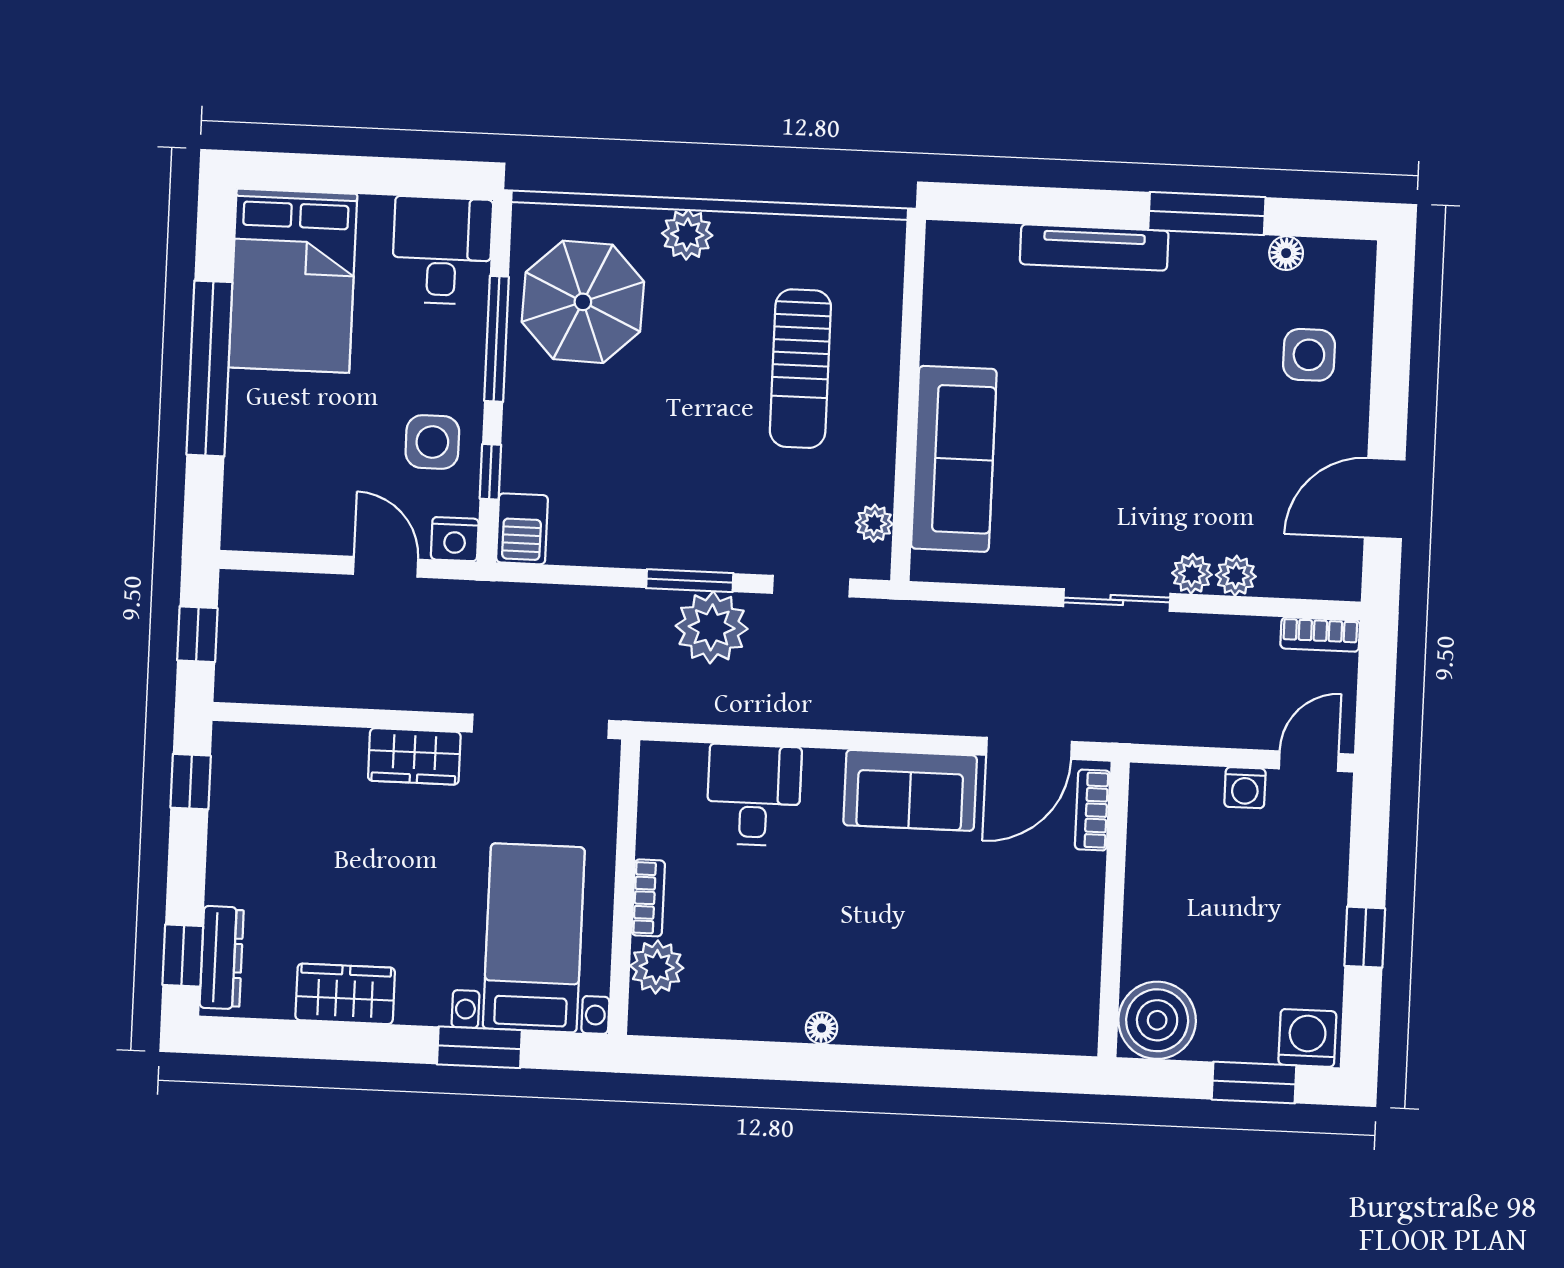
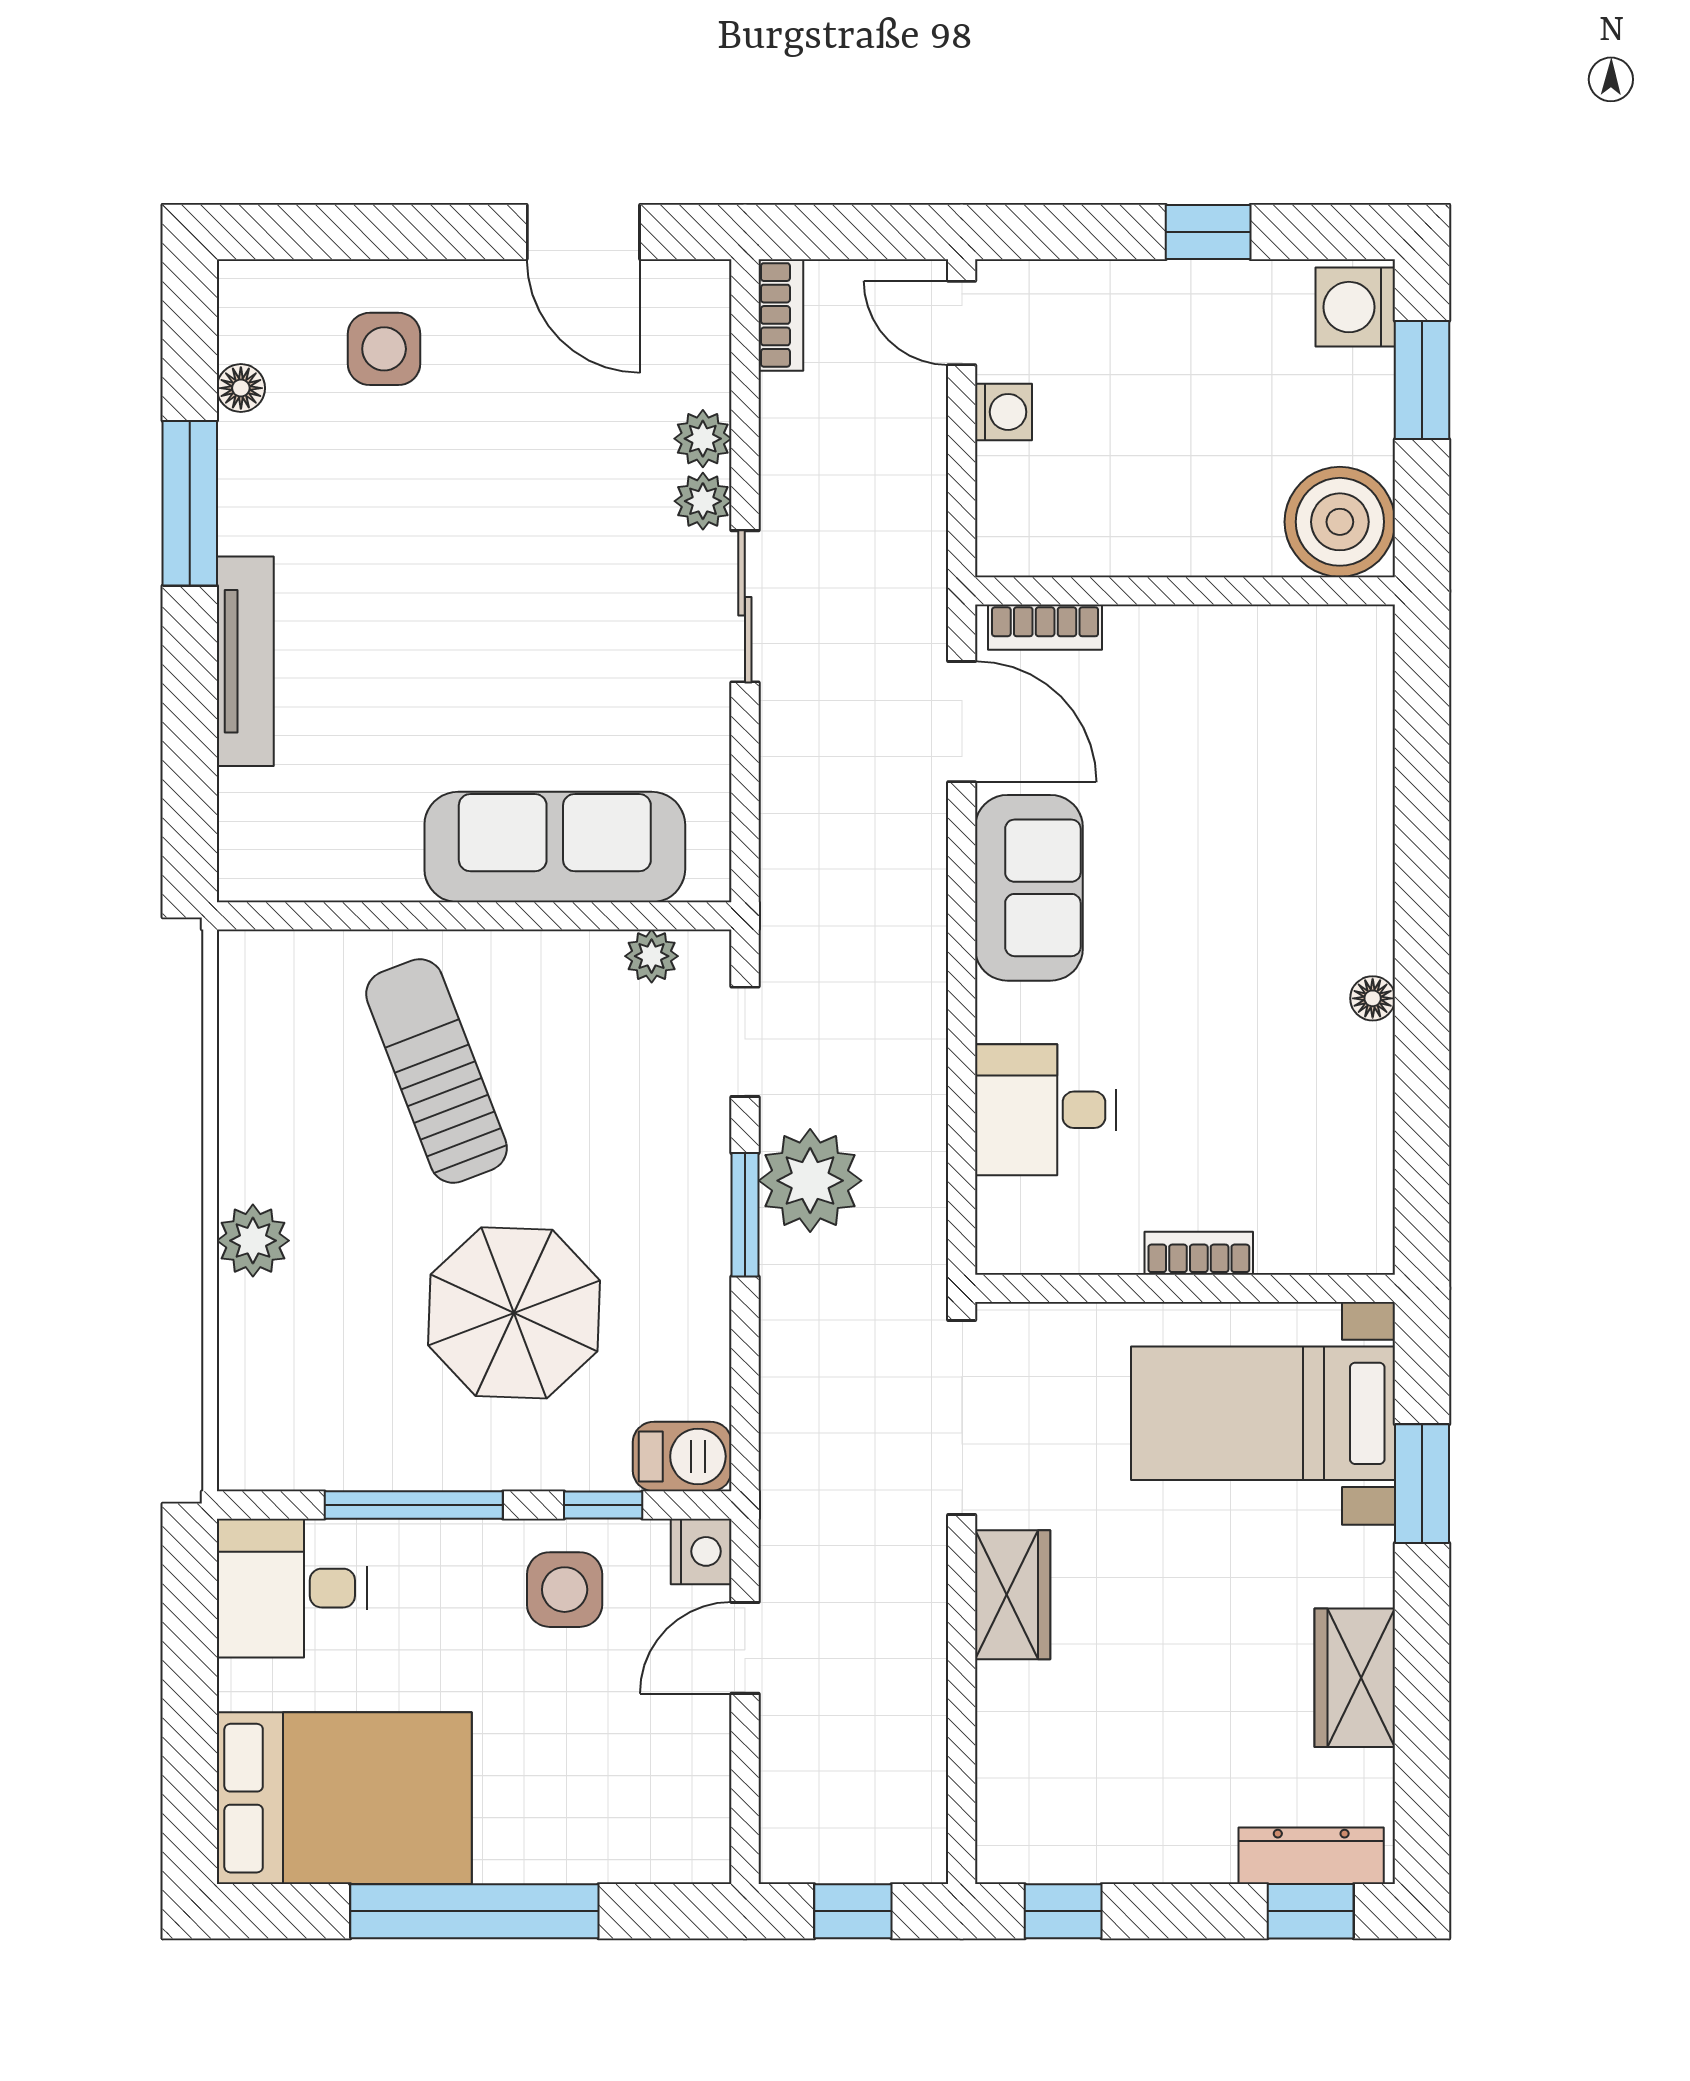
parasol: (583, 302) -> (514, 1313), moved
sun lounger: (800, 369) -> (436, 1071), turned -111
plant: (657, 967) -> (1296, 1237), removed

